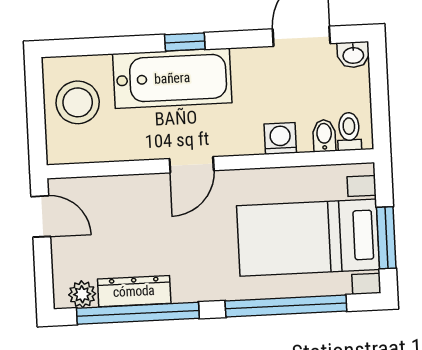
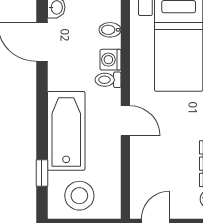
window: (185, 42) -> (42, 173), moved
toilet: (349, 131) -> (108, 80), moved

